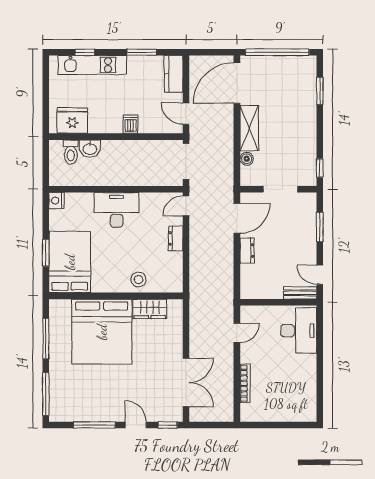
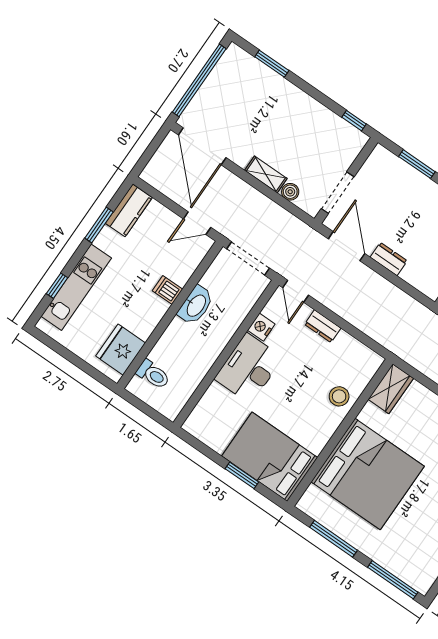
kitchen counter: (174, 74) -> (129, 210), moved, turned -90
shelving: (249, 128) -> (266, 174), width x0.67, depth x0.75
washbasin: (90, 149) -> (196, 305), moved, width x1.38
doorway: (280, 189) -> (338, 193), moved
nightstand: (56, 200) -> (261, 327), moved, turned 90
wardrobe: (150, 309) -> (391, 389), moved

